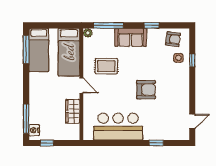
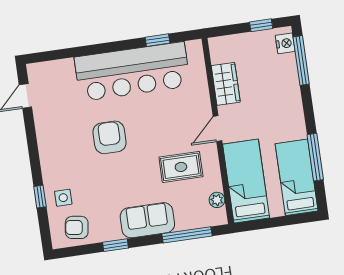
plant: (88, 33) -> (217, 200), moved
window: (26, 49) -> (315, 157), moved
door: (81, 86) -> (217, 129), hinge flipped
armchair: (146, 90) -> (110, 137), turned 90
bar counter: (118, 127) -> (132, 72), width x1.36
window: (156, 143) -> (157, 40), moved

